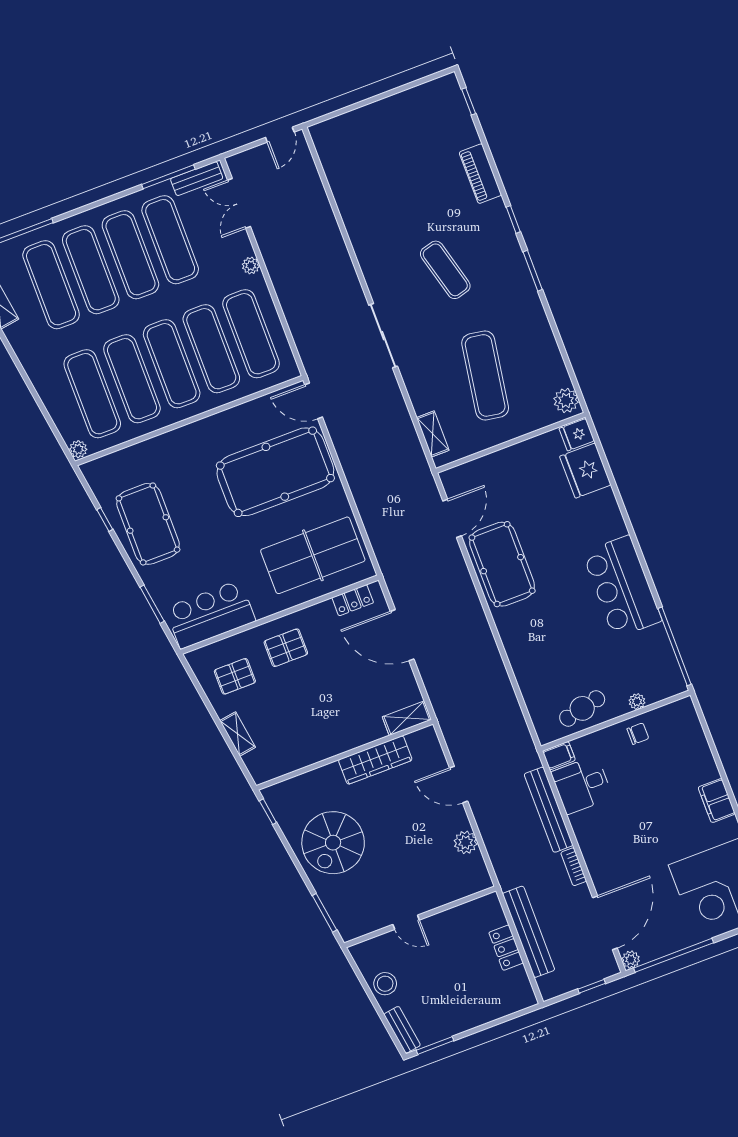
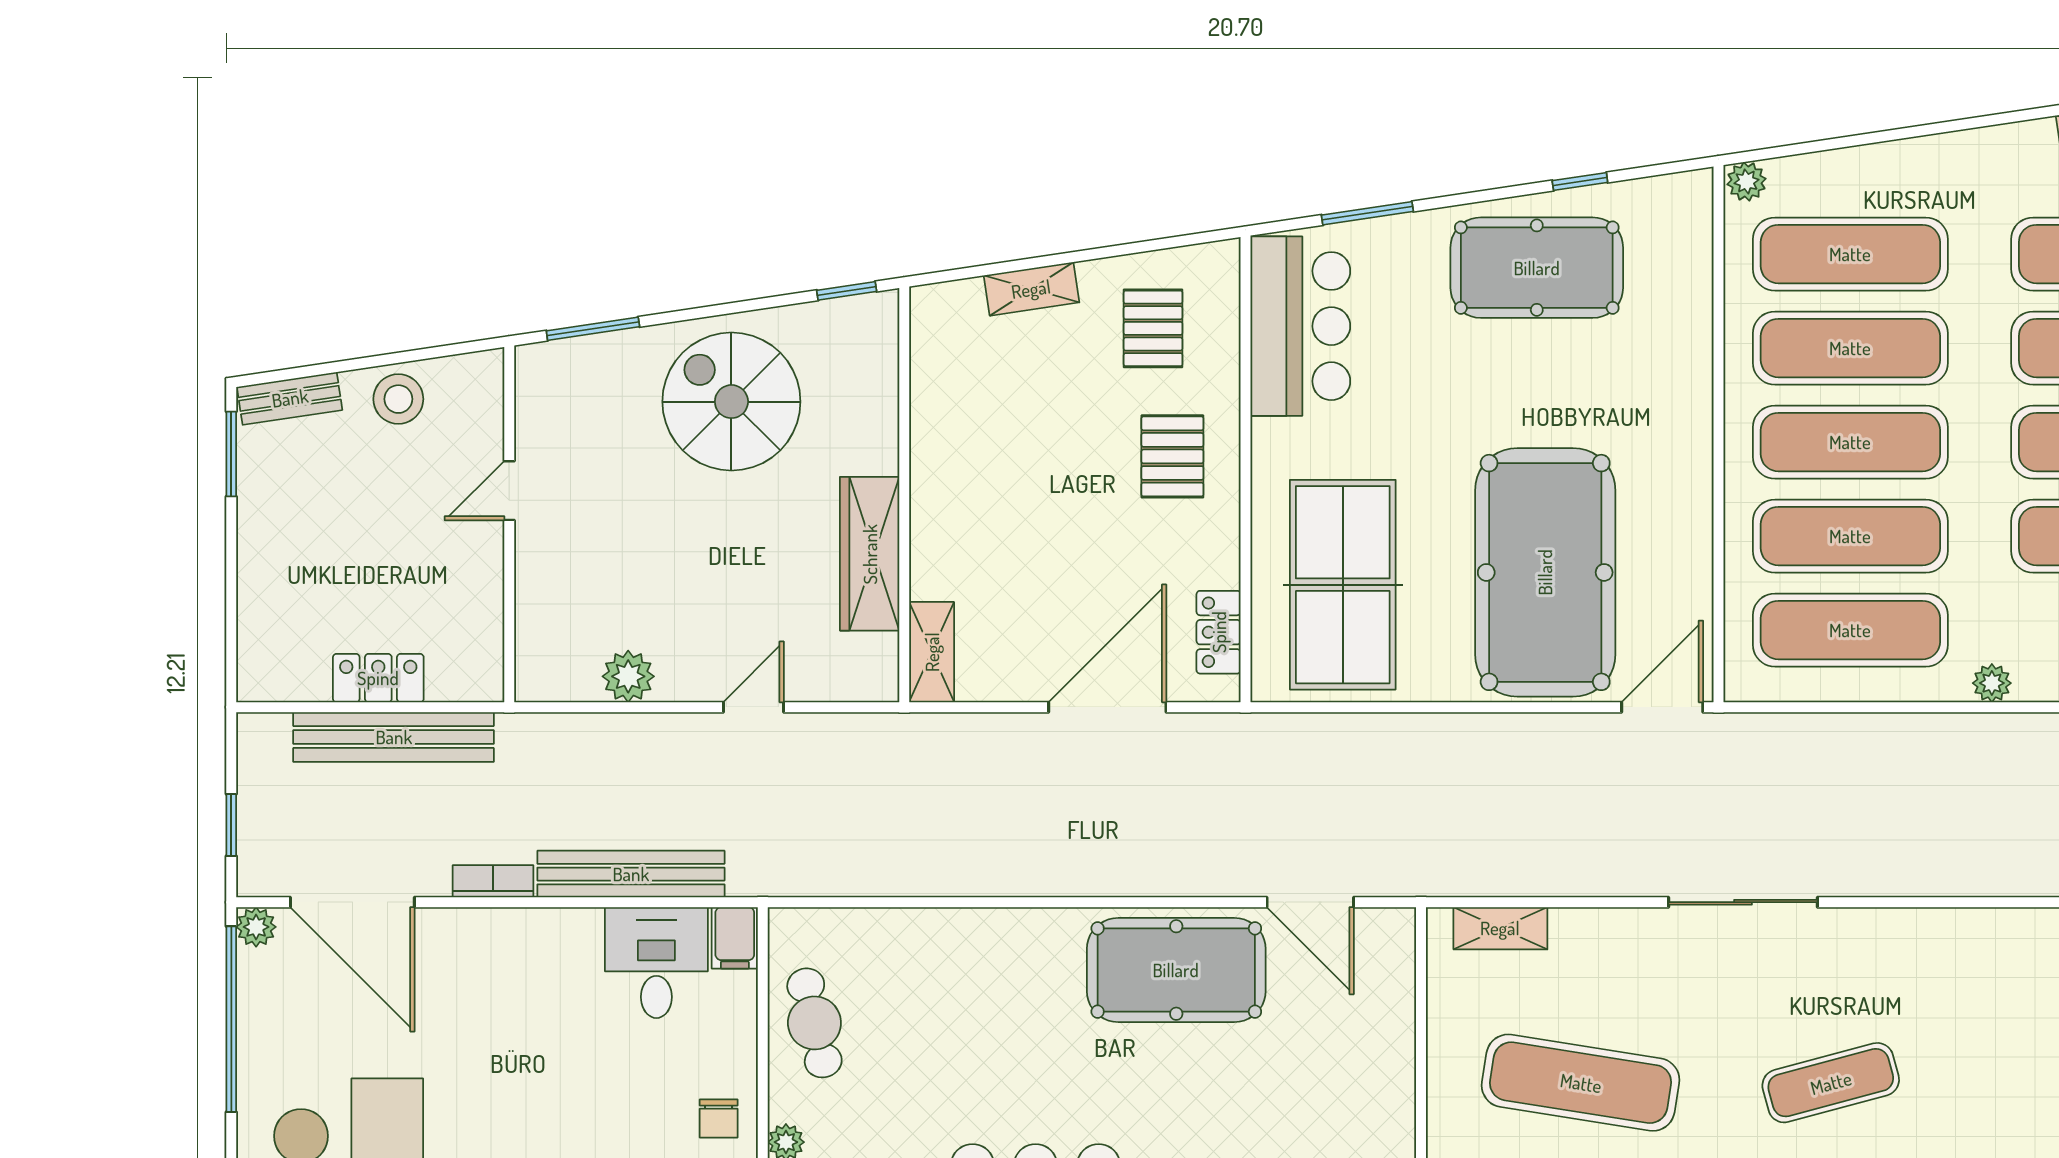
door: (459, 785) -> (753, 707), width x0.73

